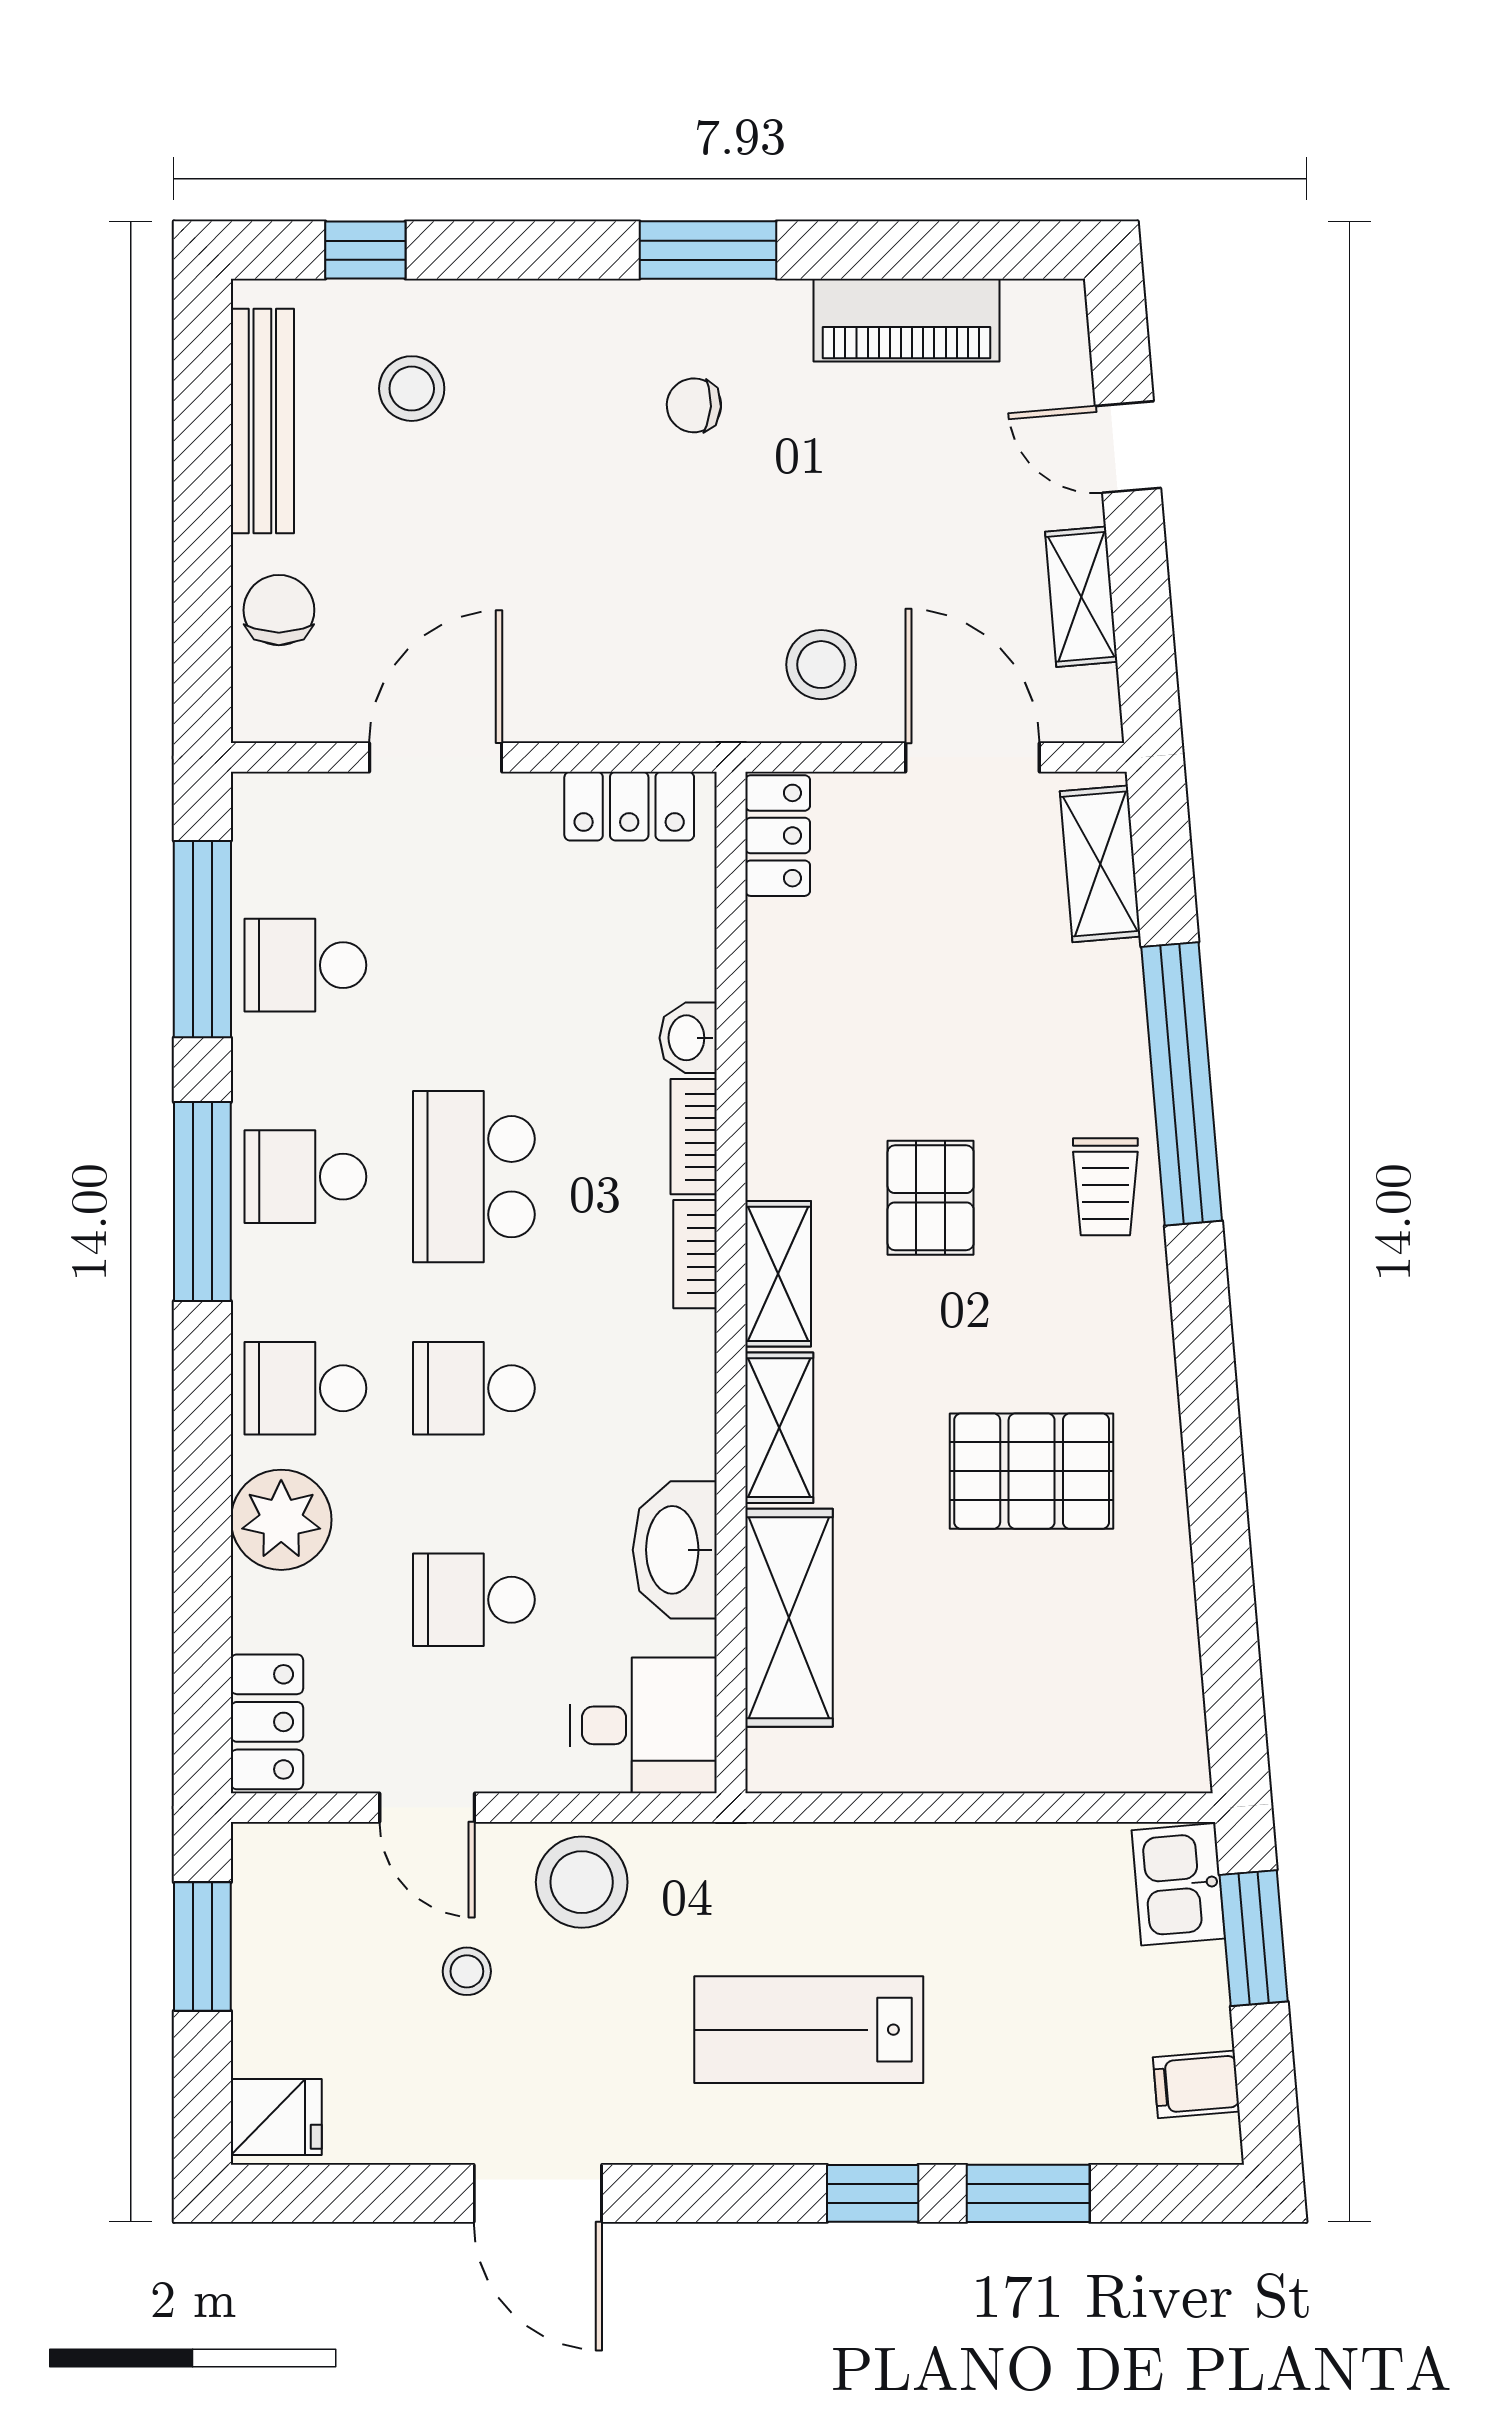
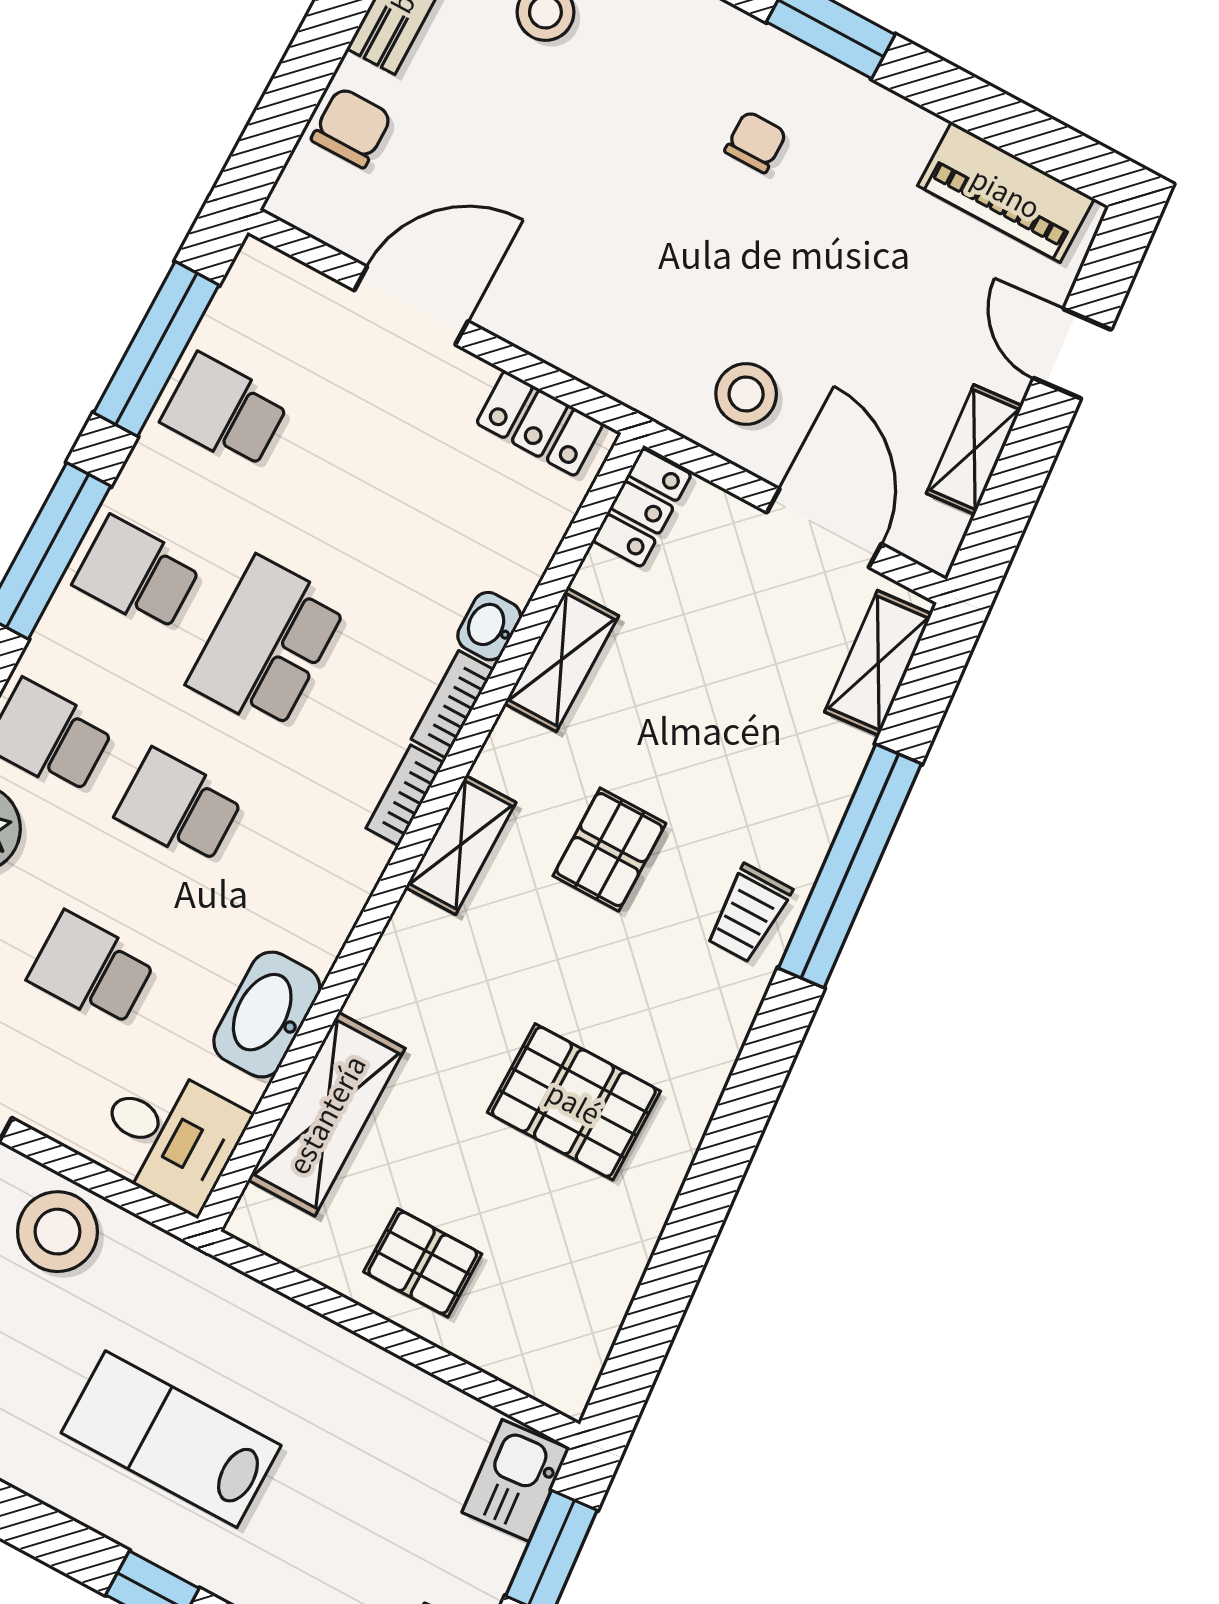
piano: (907, 320) -> (1006, 192), moved
chair: (694, 405) -> (756, 142), turned 87
shelving: (779, 1428) -> (561, 660), moved
pallet: (967, 1715) -> (423, 1263), added

